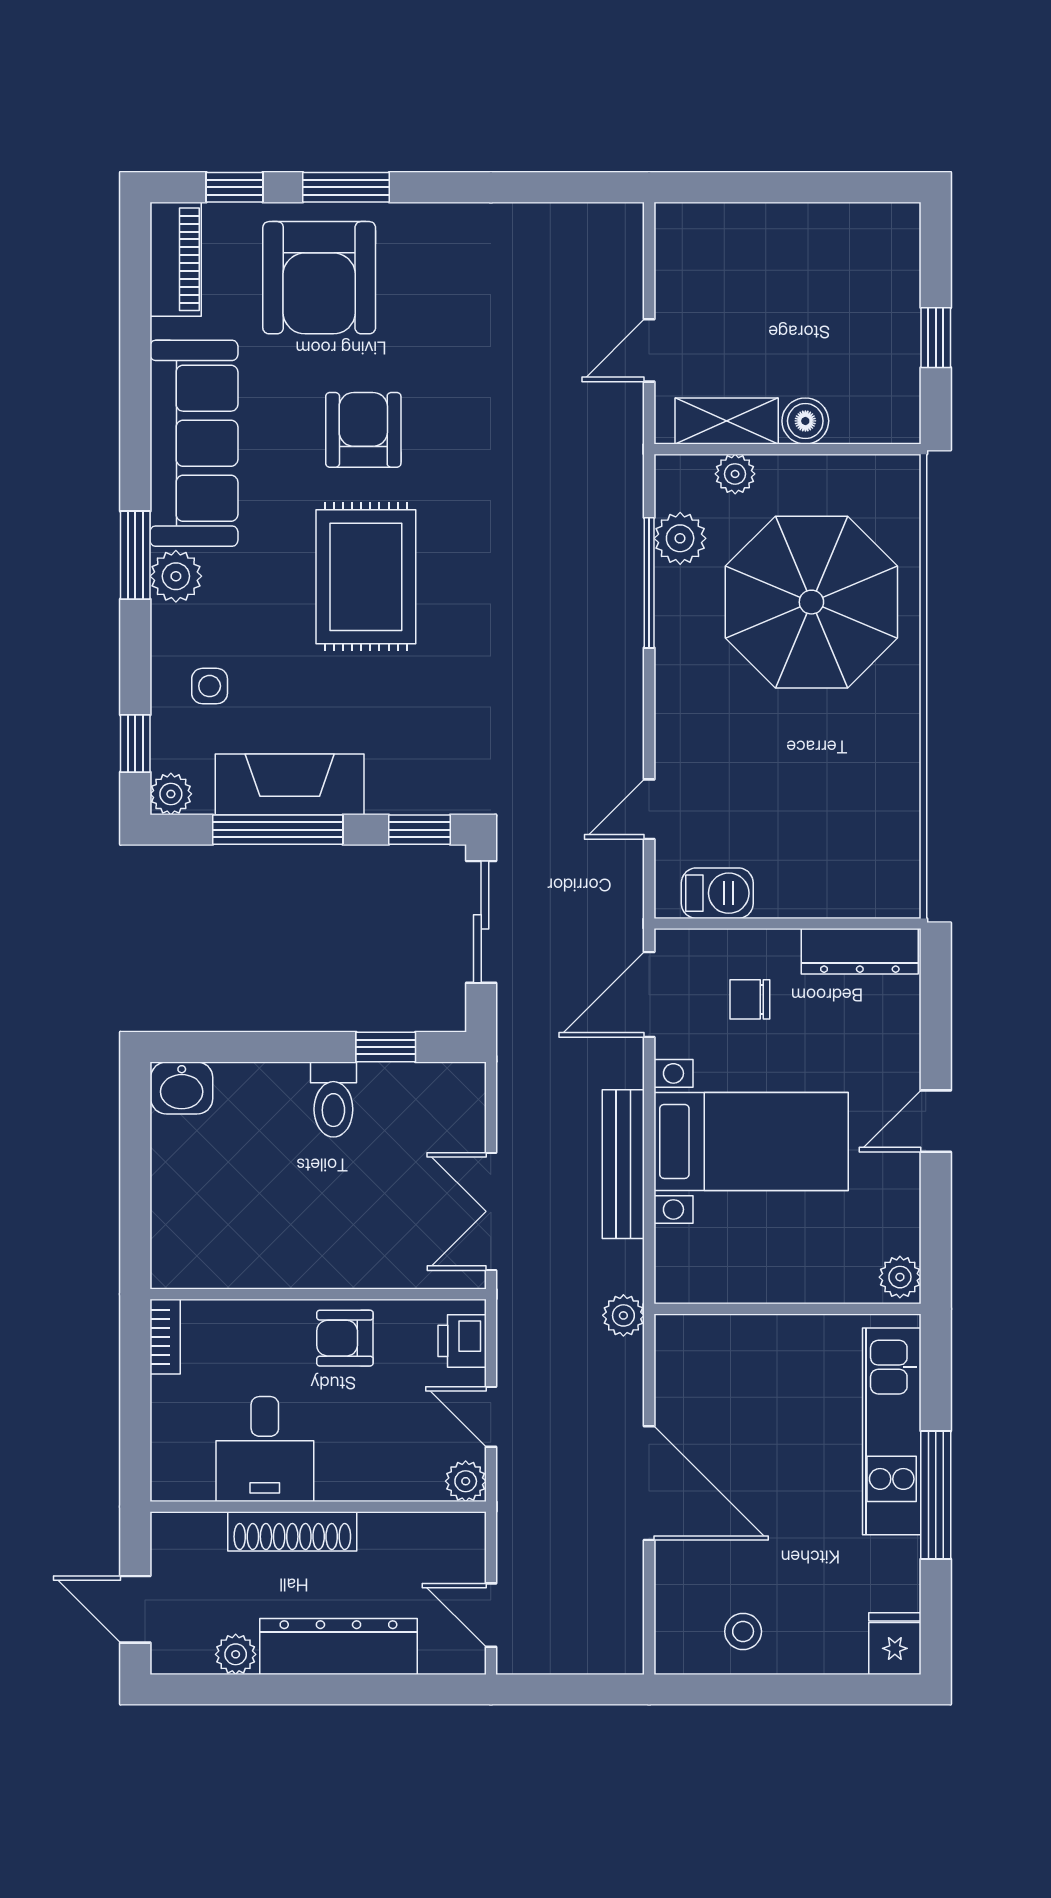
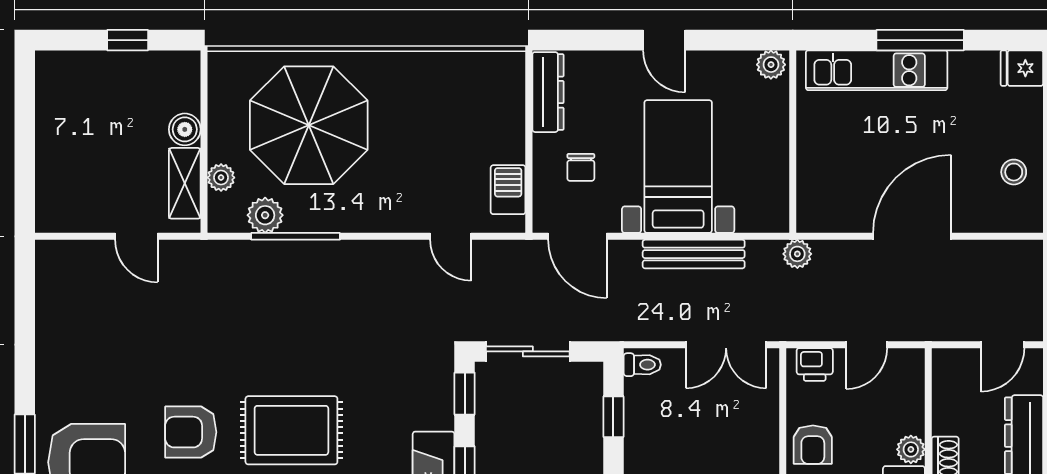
toilet: (333, 1100) -> (642, 365), moved, width x0.73, depth x0.72
plant: (466, 1481) -> (911, 449), moved

